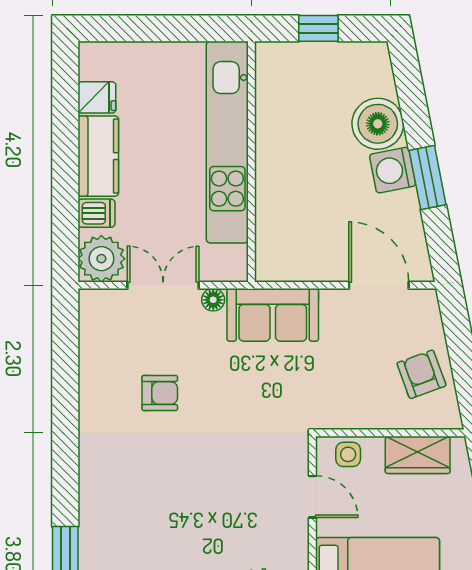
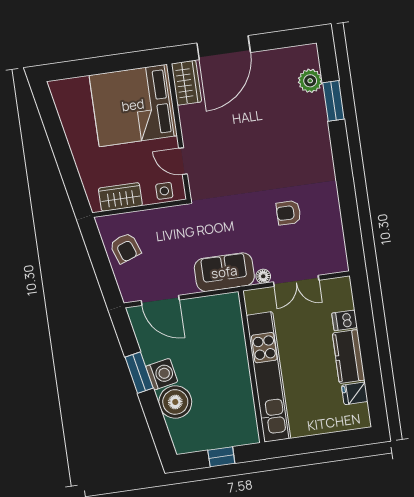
plant: (101, 259) -> (337, 292), removed

